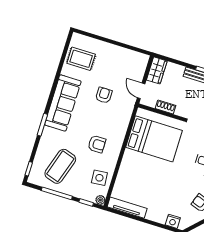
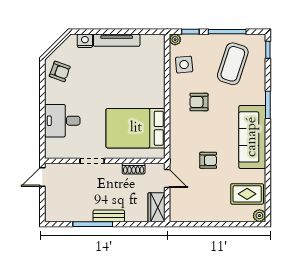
plant: (77, 38) -> (259, 216), added
armchair: (104, 95) -> (208, 160), turned -90
tv unit: (127, 208) -> (117, 40), moved

